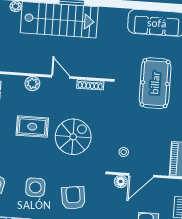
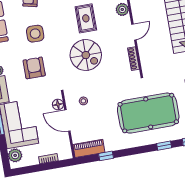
pool table: (155, 83) -> (148, 113), width x1.36, depth x1.32
armchair: (73, 198) -> (34, 68), turned -82

